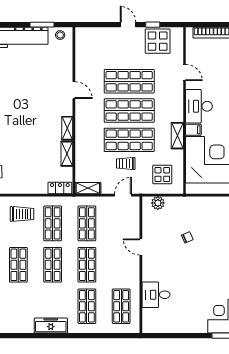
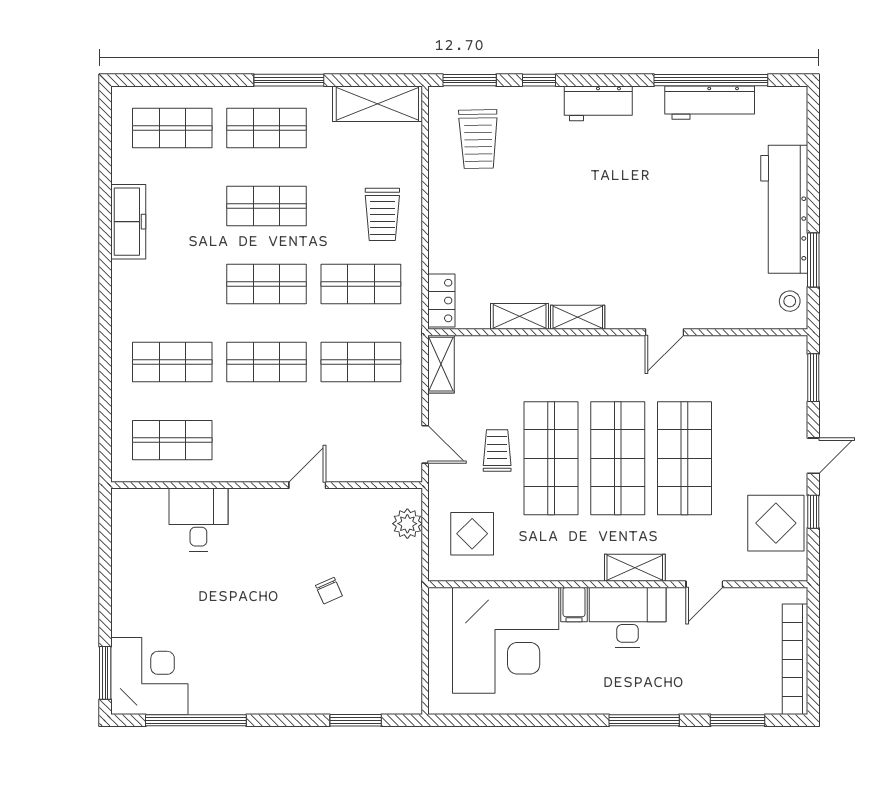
window: (94, 25) -> (813, 378), added
shelving: (177, 136) -> (635, 568), moved
freezer: (51, 326) -> (128, 222), moved

